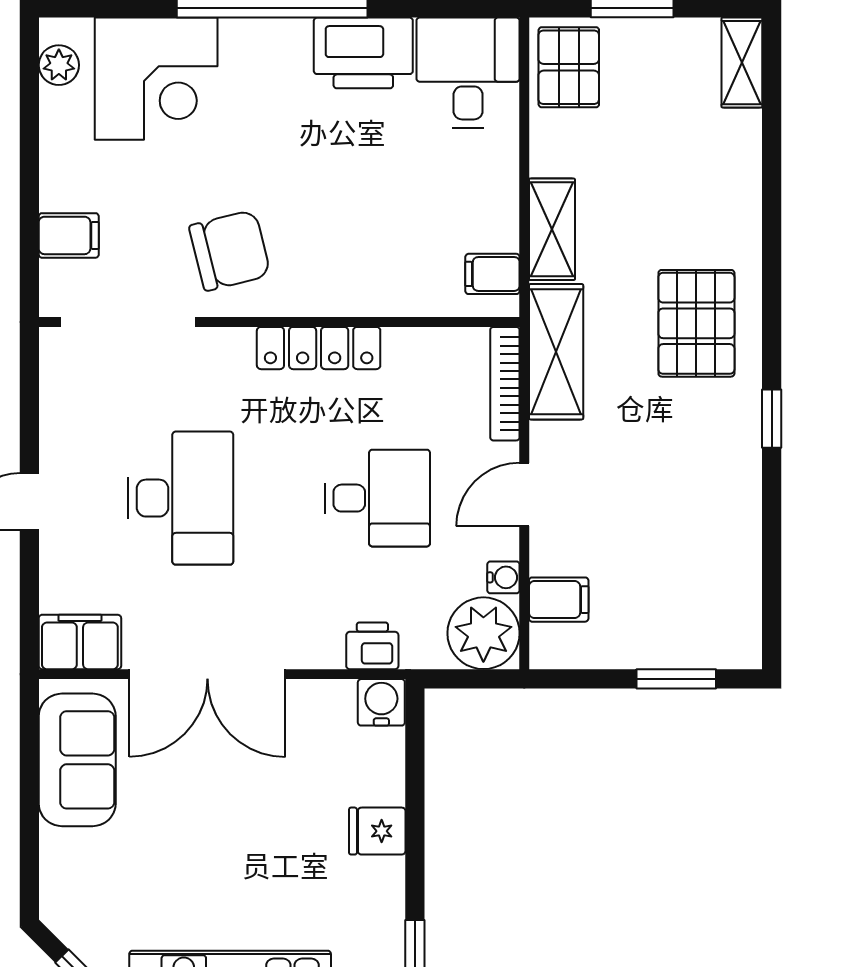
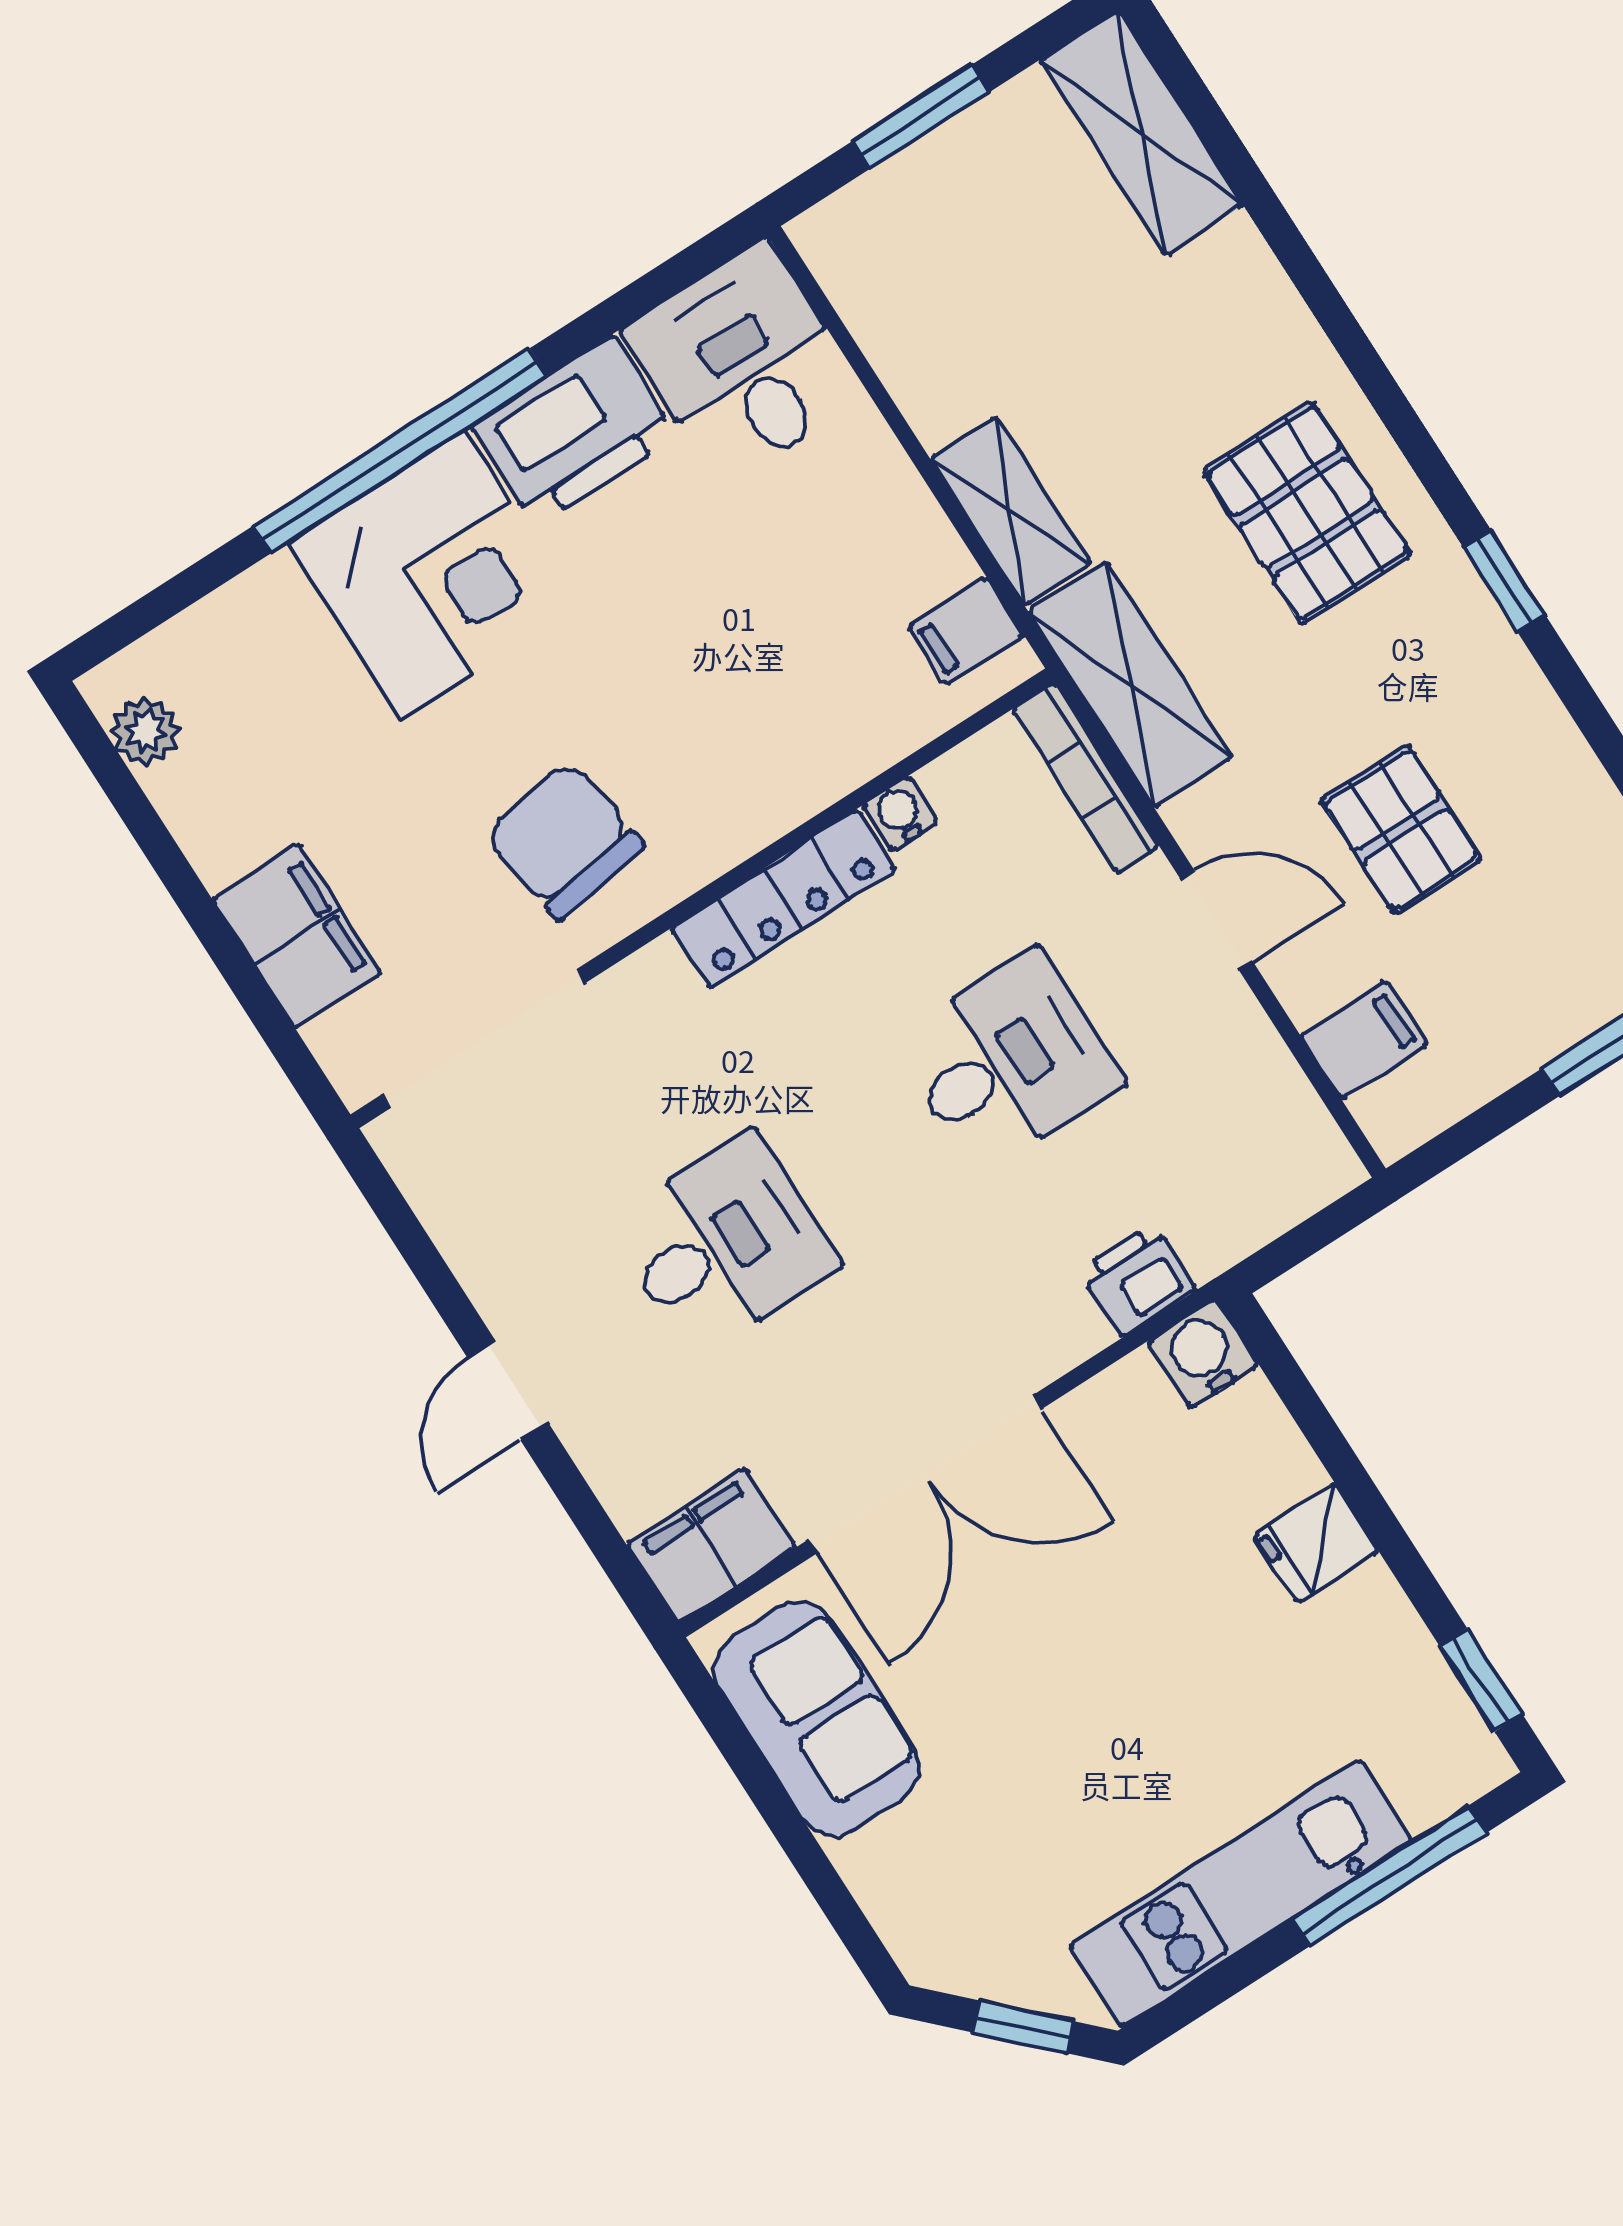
shelving: (742, 63) -> (1141, 133), width x1.50, depth x1.33
pallet: (569, 67) -> (1401, 830), moved
corner desk: (156, 79) -> (432, 575), moved
filing cabinet: (69, 235) -> (297, 936), width x2.00
chair: (230, 250) -> (564, 841), turned -85
door: (524, 494) -> (1217, 920), swing flipped
desk: (181, 498) -> (723, 1244), width x0.73
water cooler: (503, 577) -> (900, 814), moved, turned -90
plant: (483, 633) -> (1286, 1159), removed

